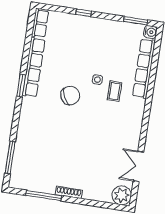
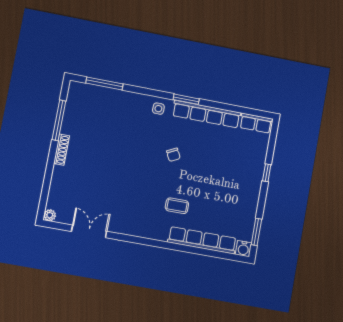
side table: (97, 80) -> (158, 109), moved
chair: (70, 96) -> (173, 155), width x0.54, depth x0.54
plant: (122, 195) -> (50, 215), width x0.53, depth x0.53

